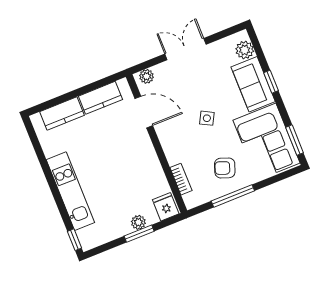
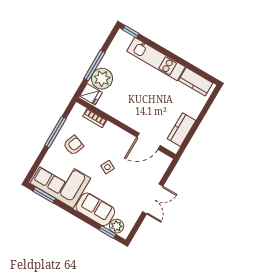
plant: (147, 76) -> (164, 164), removed
window: (271, 82) -> (107, 232), moved
kitchen counter: (62, 113) -> (196, 82), moved, turned -90
plant: (138, 222) -> (102, 79), width x1.88, depth x1.88
window: (139, 234) -> (94, 65), width x1.44

